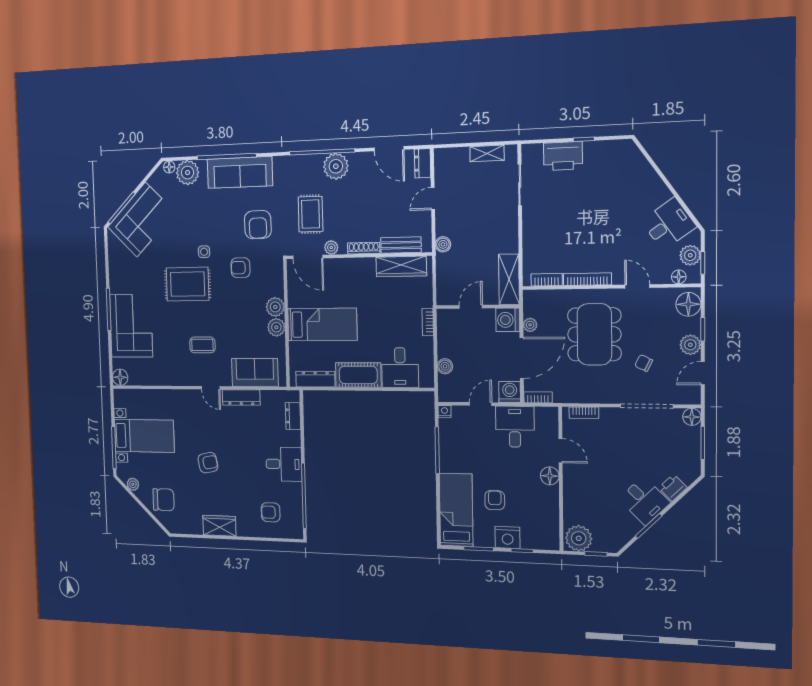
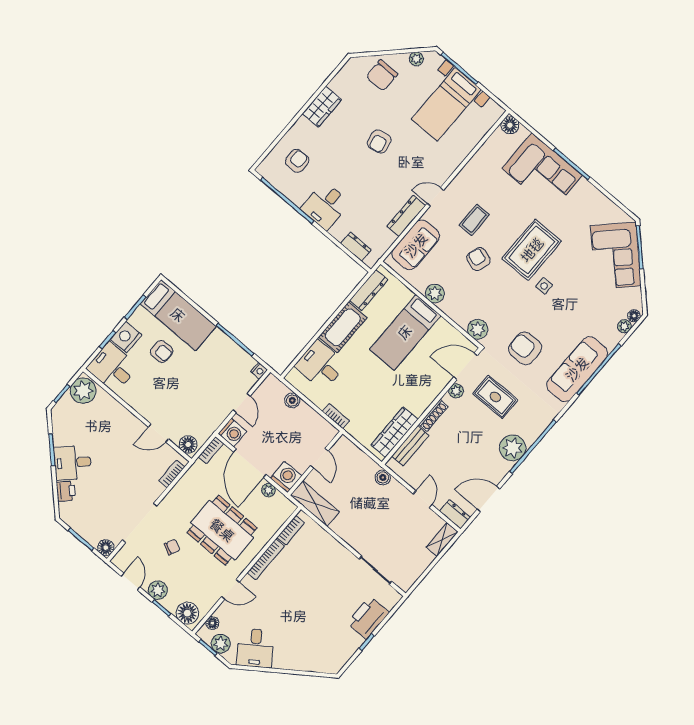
shelving: (487, 153) -> (442, 540), moved
plant: (188, 173) -> (624, 326), width x0.53, depth x0.53
armchair: (241, 268) -> (478, 259), moved, turned -73
plant: (275, 307) -> (478, 329), moved
desk: (515, 427) -> (112, 367), moved, turned 180
floor lamp: (550, 476) -> (188, 445), moved

